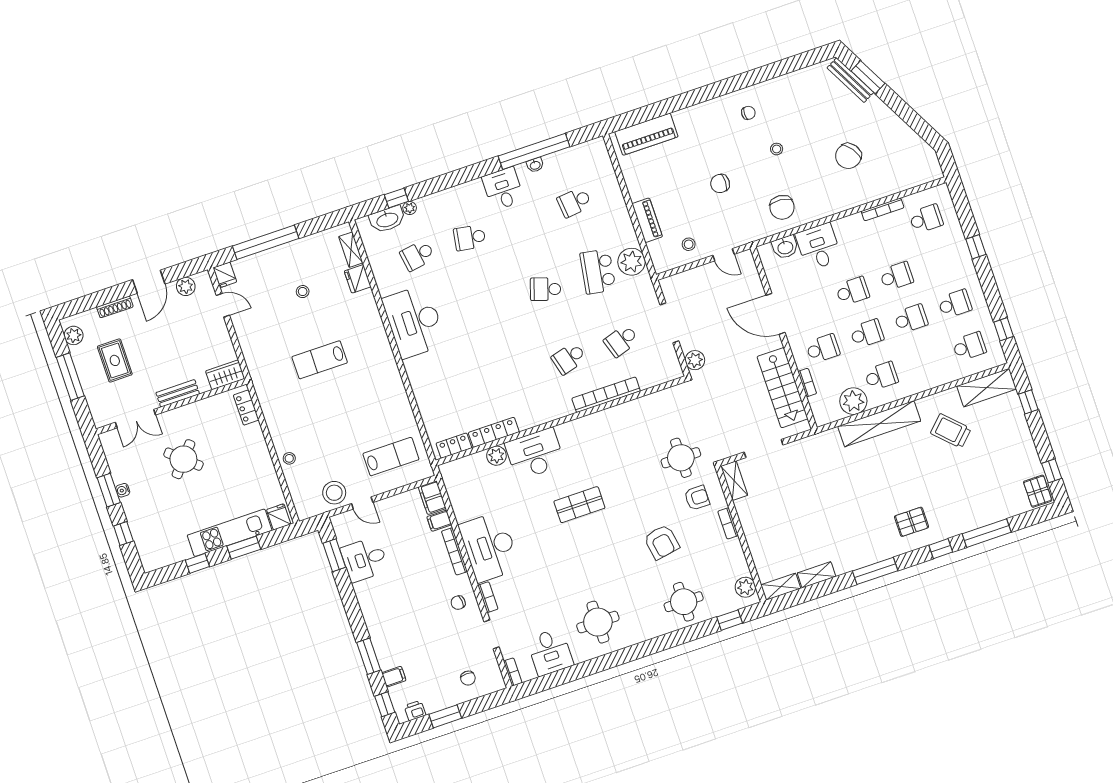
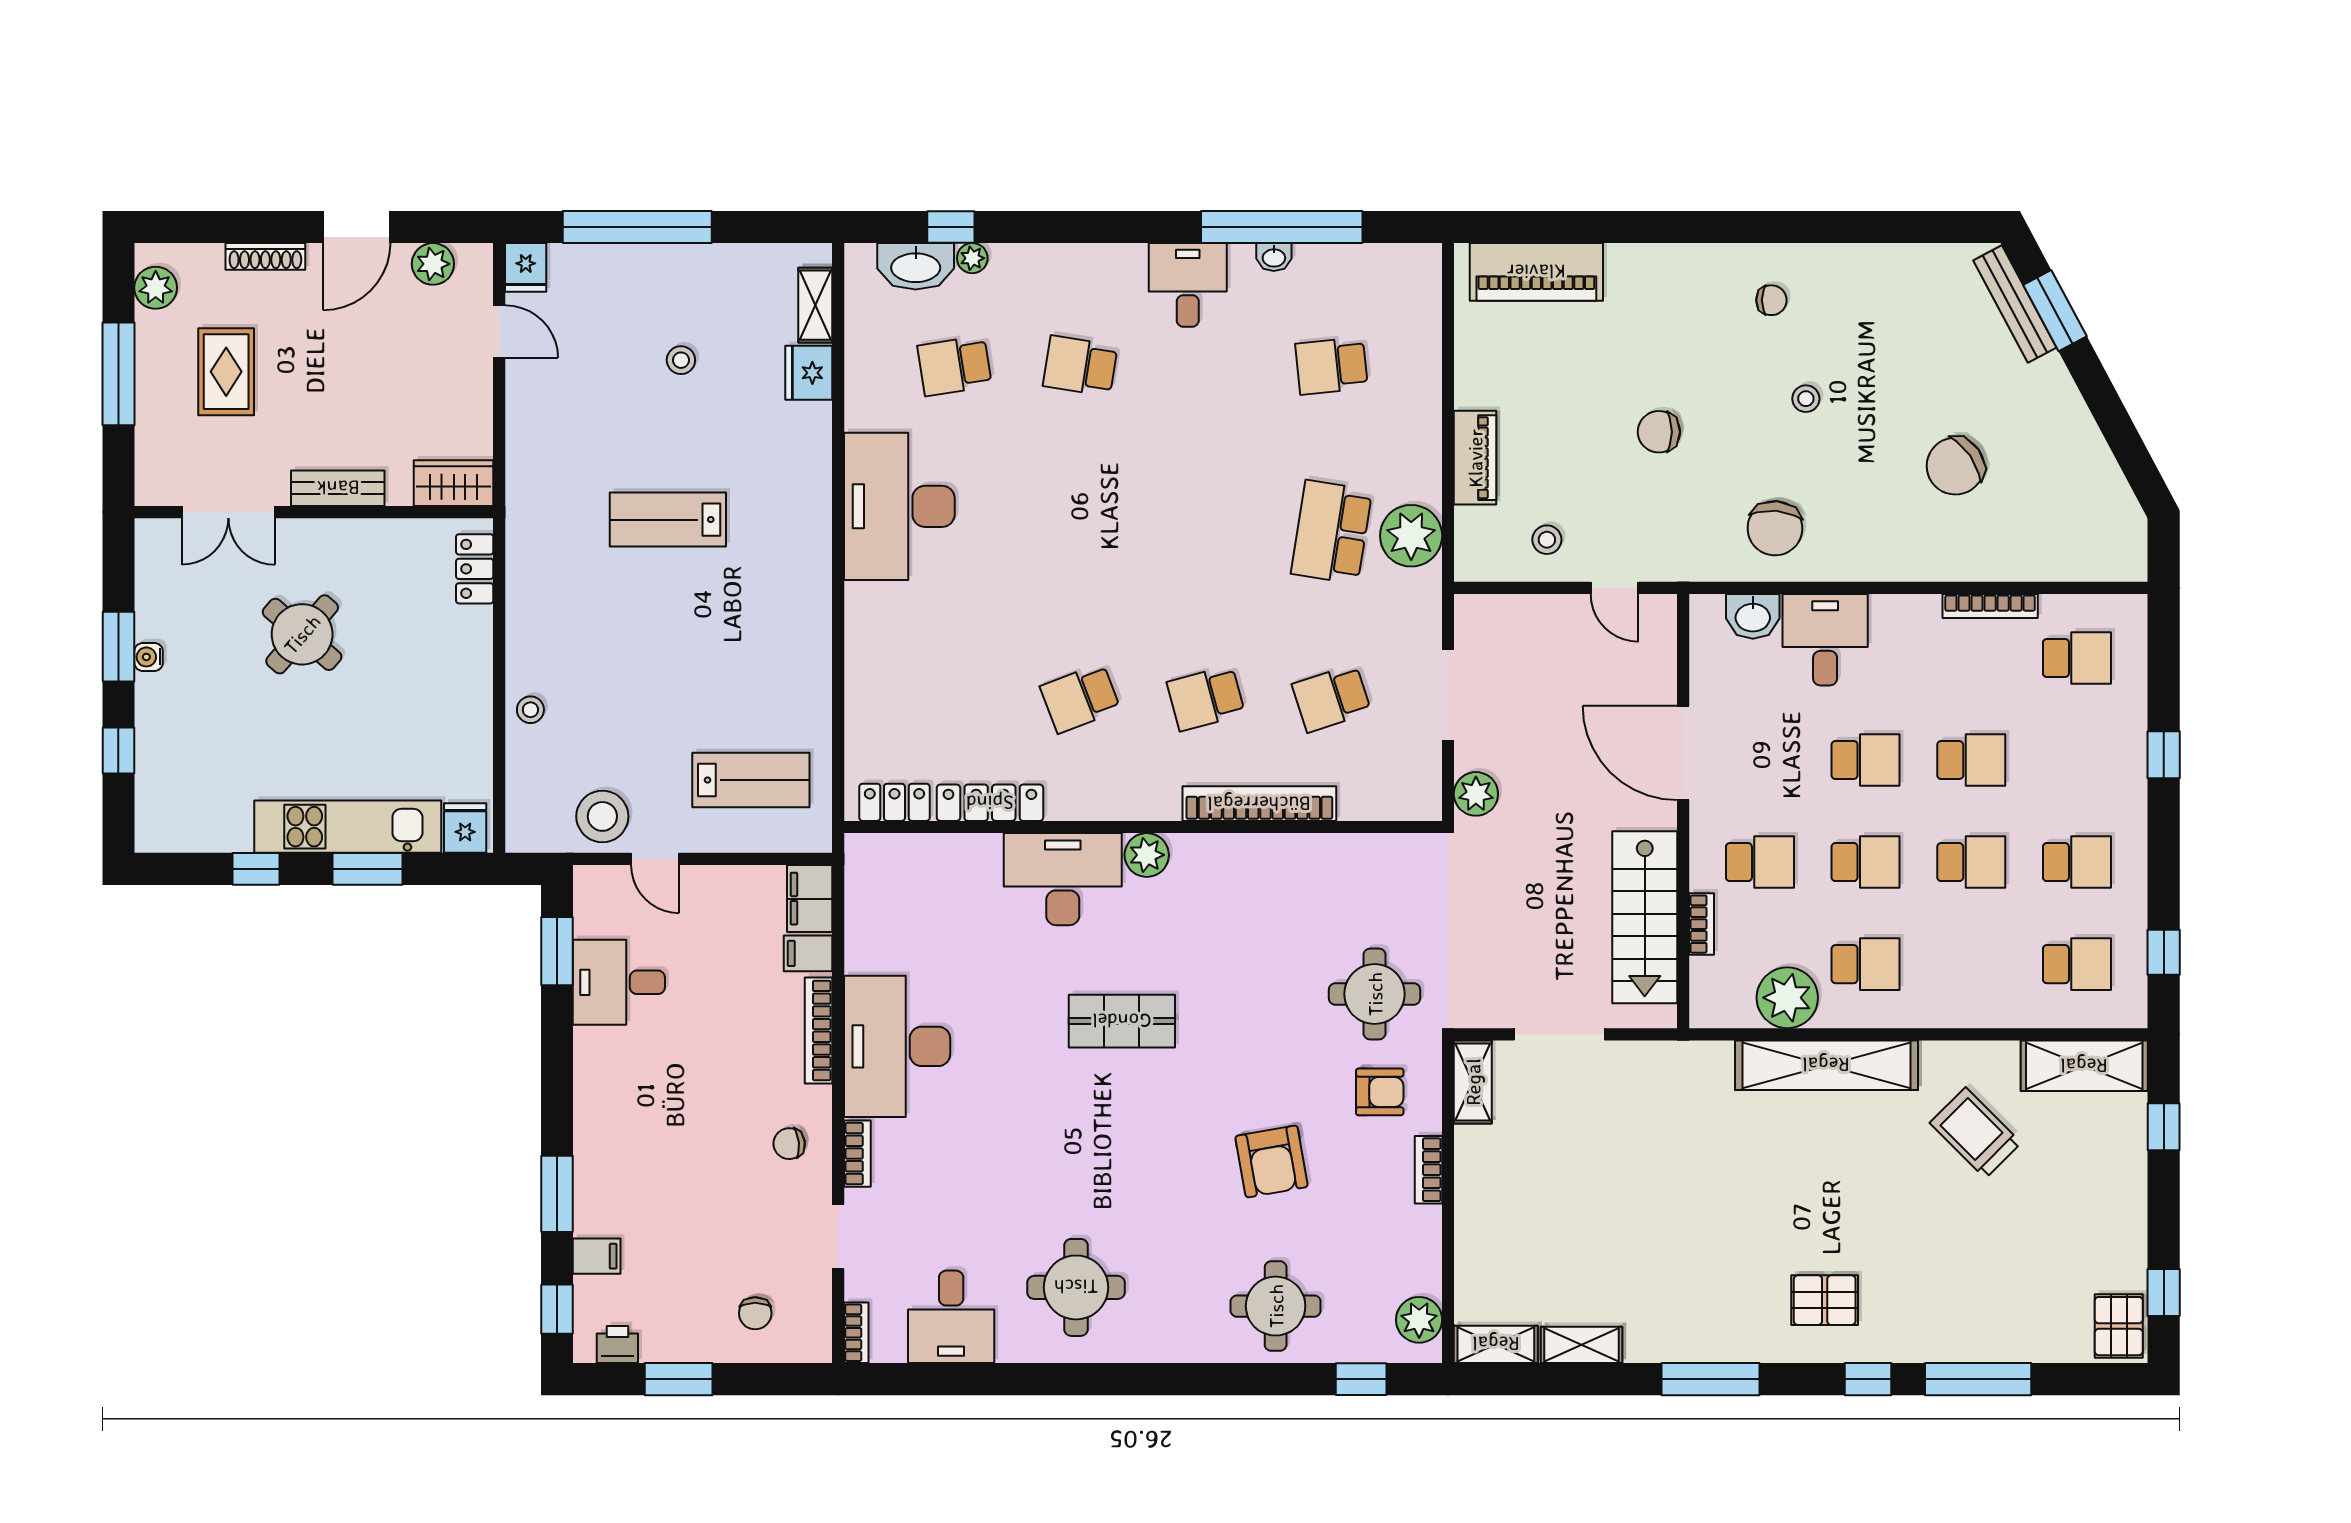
school desk: (545, 289) -> (1080, 698), moved, turned -39
plant: (496, 456) -> (1147, 855), moved

